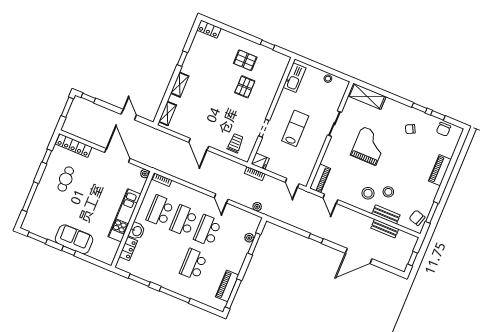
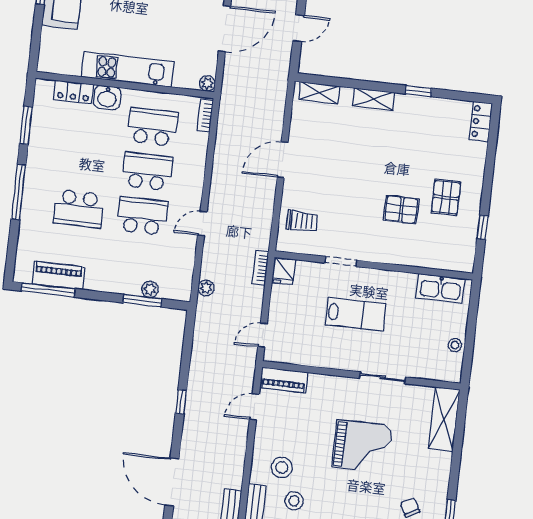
school desk: (193, 264) -> (79, 209), turned 180

